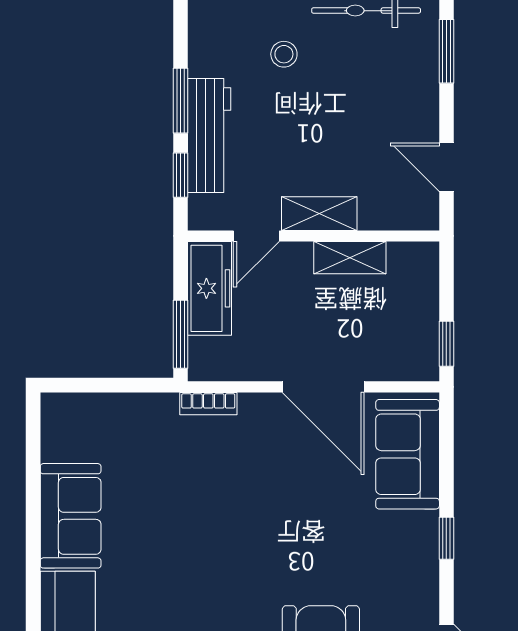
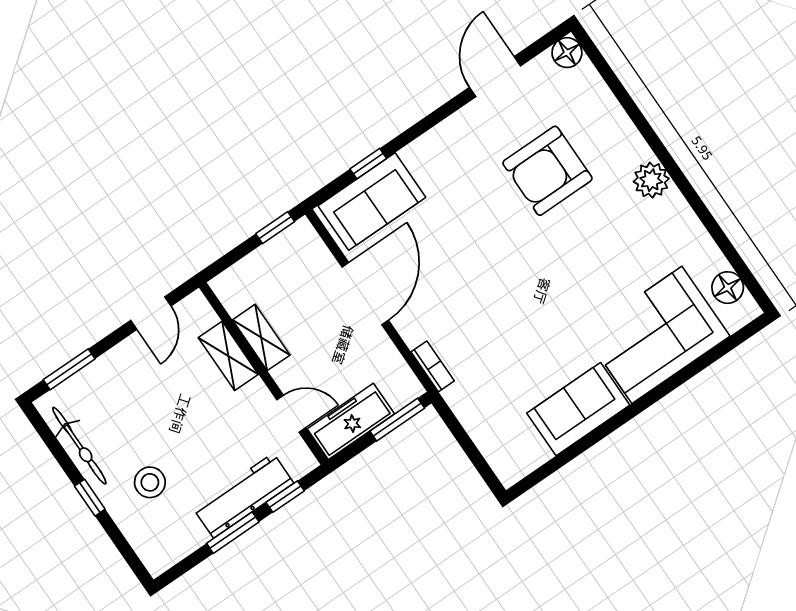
stool: (284, 54) -> (150, 482), width x1.37, depth x1.37
shelving: (319, 214) -> (228, 356), moved
window: (446, 538) -> (368, 164), moved

